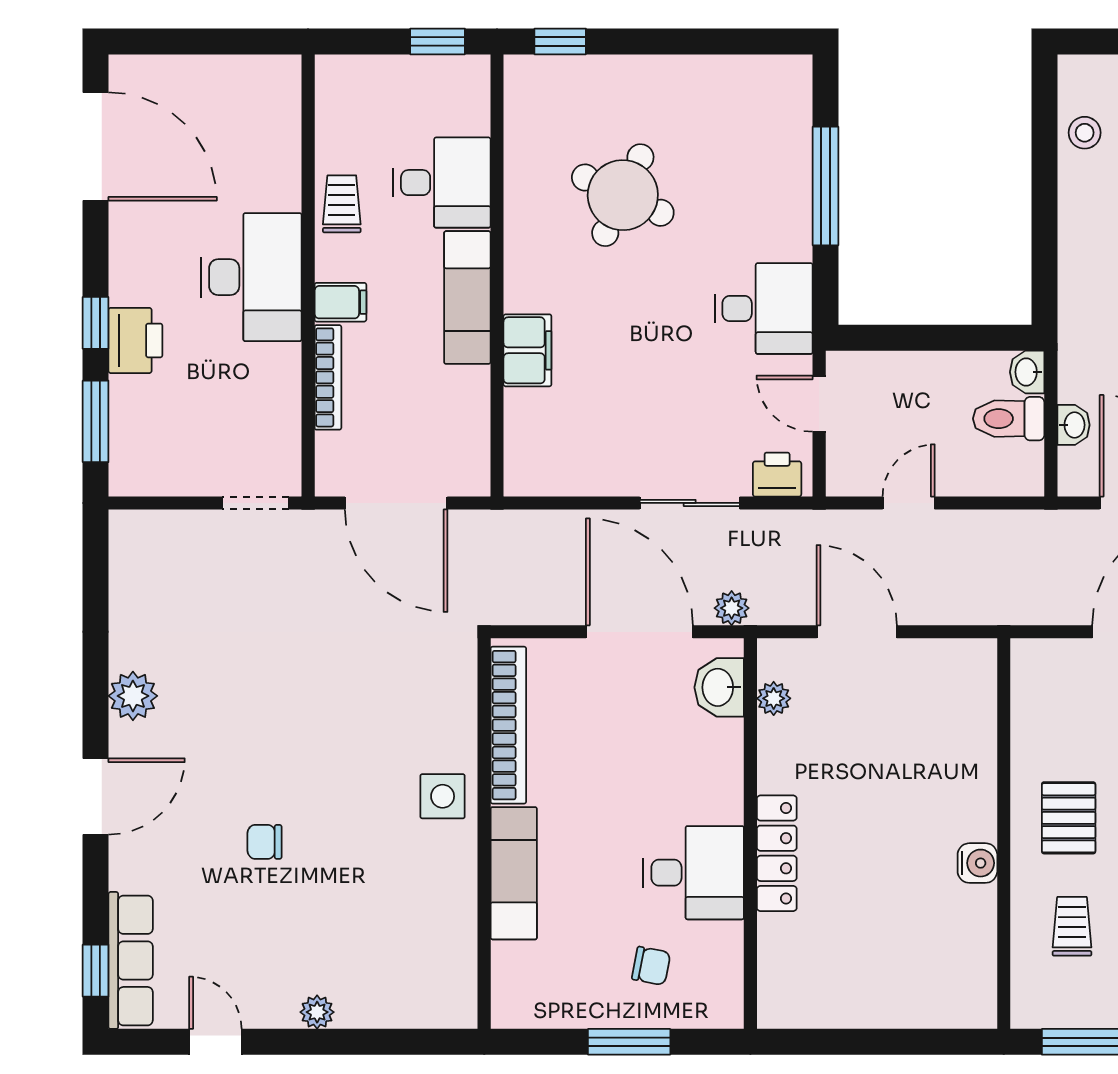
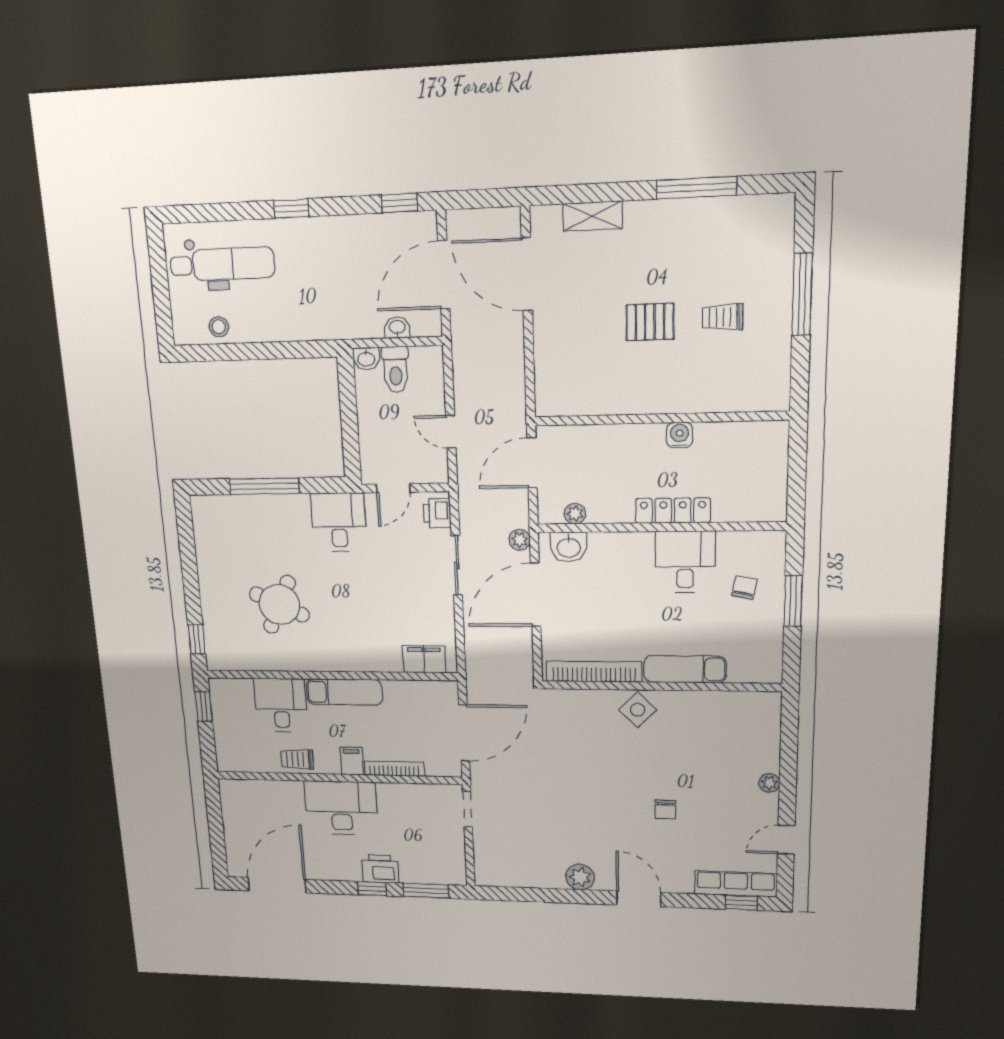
filing cabinet: (527, 350) -> (424, 659), moved
side table: (443, 796) -> (638, 710), turned 45
wall: (1004, 834) -> (660, 418), moved
water cooler: (977, 863) -> (680, 435), moved

